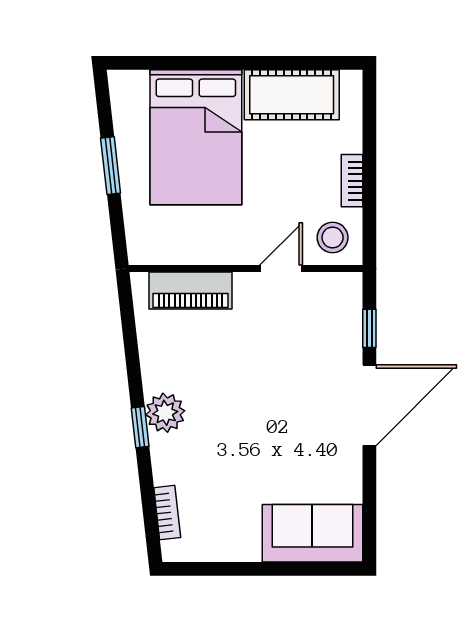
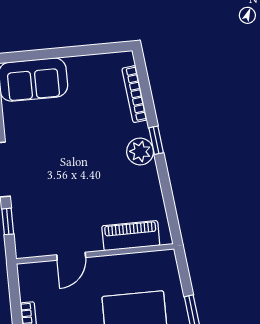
stool: (333, 238) -> (38, 280), removed
bookcase: (167, 513) -> (134, 94), width x1.56

